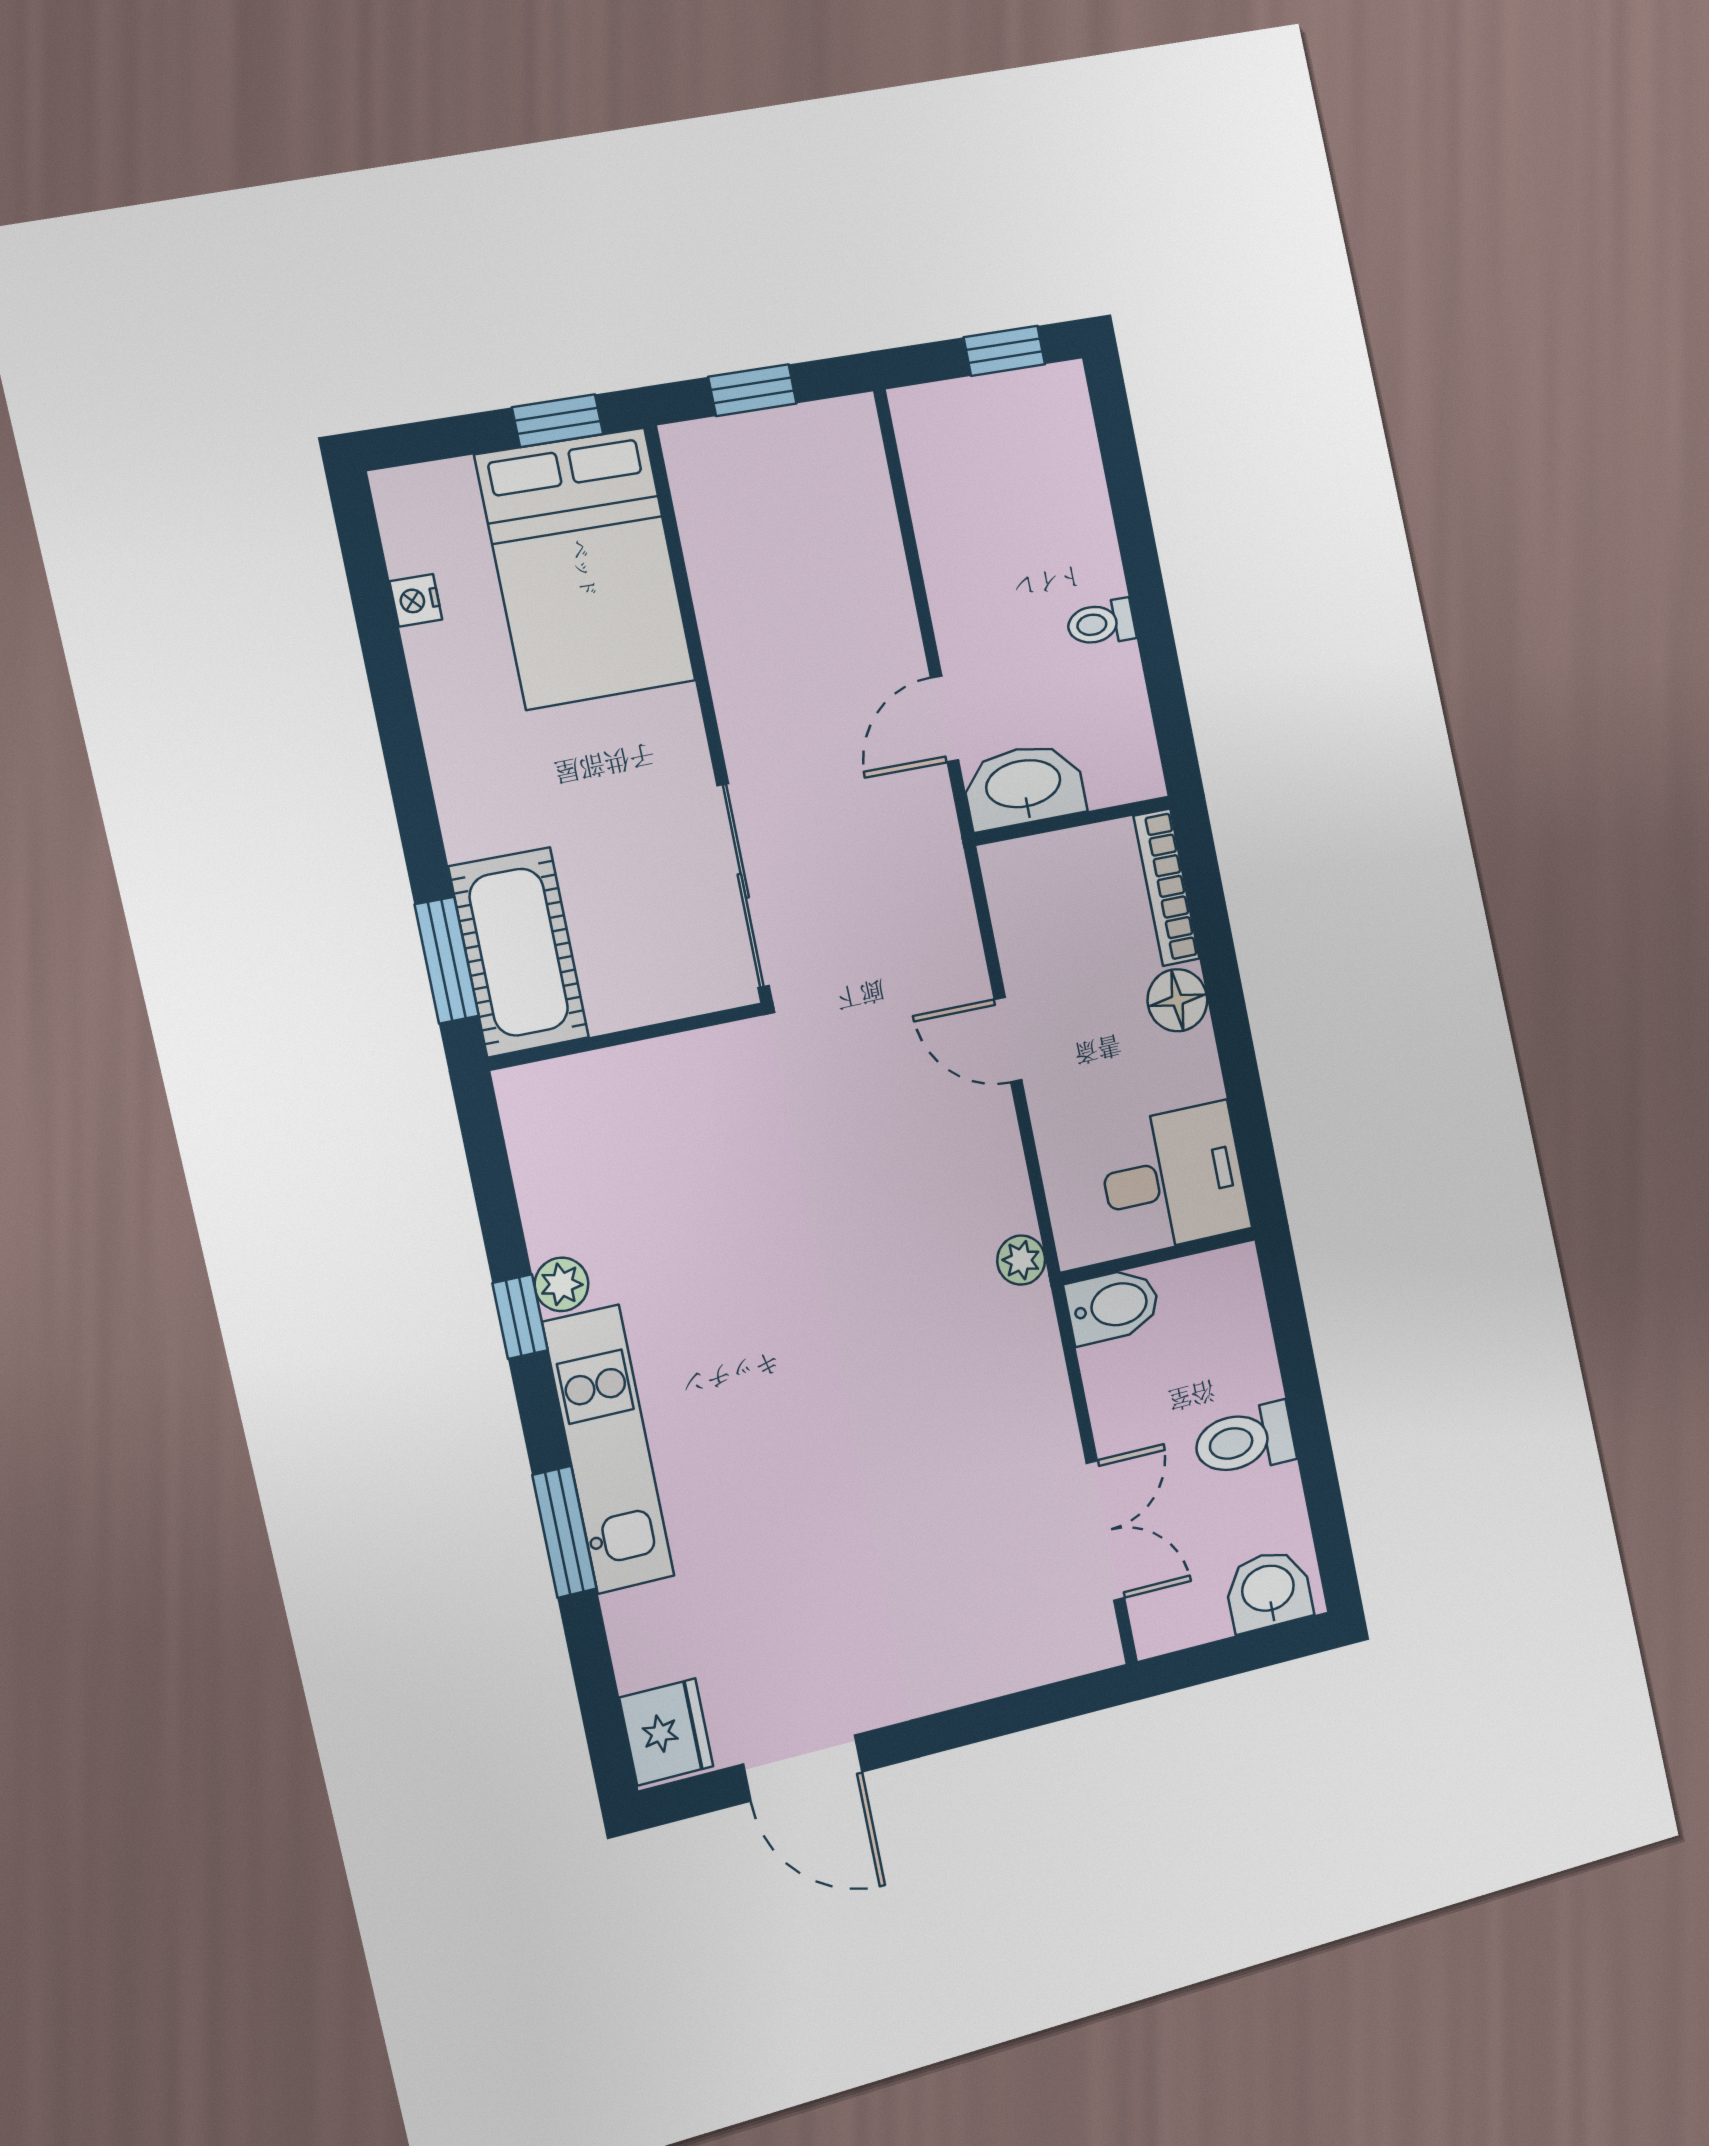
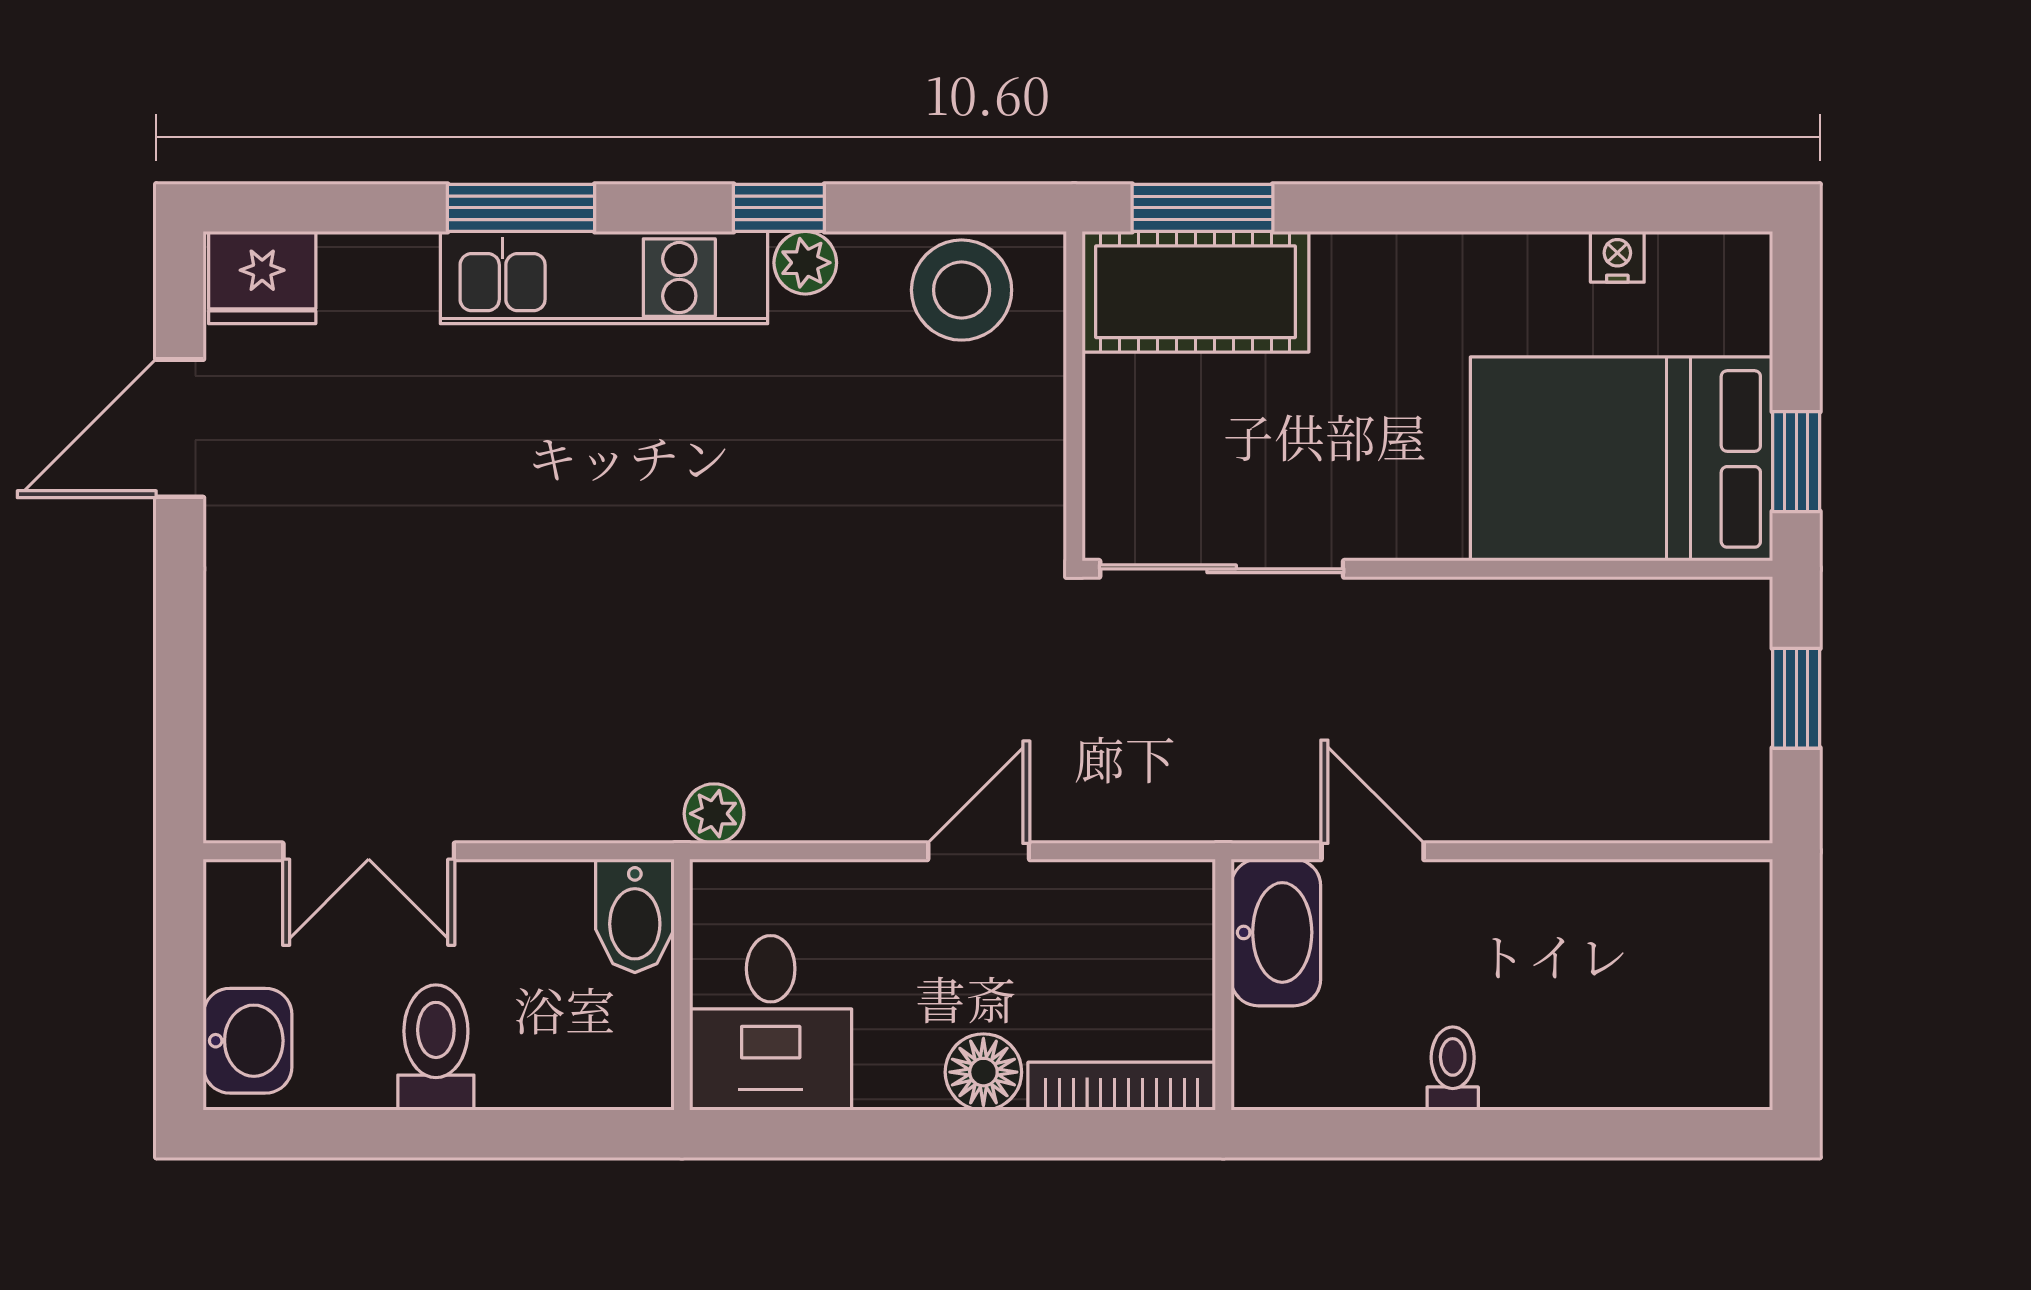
window: (1004, 351) -> (1796, 1015), removed
stool: (558, 1149) -> (962, 290), added

